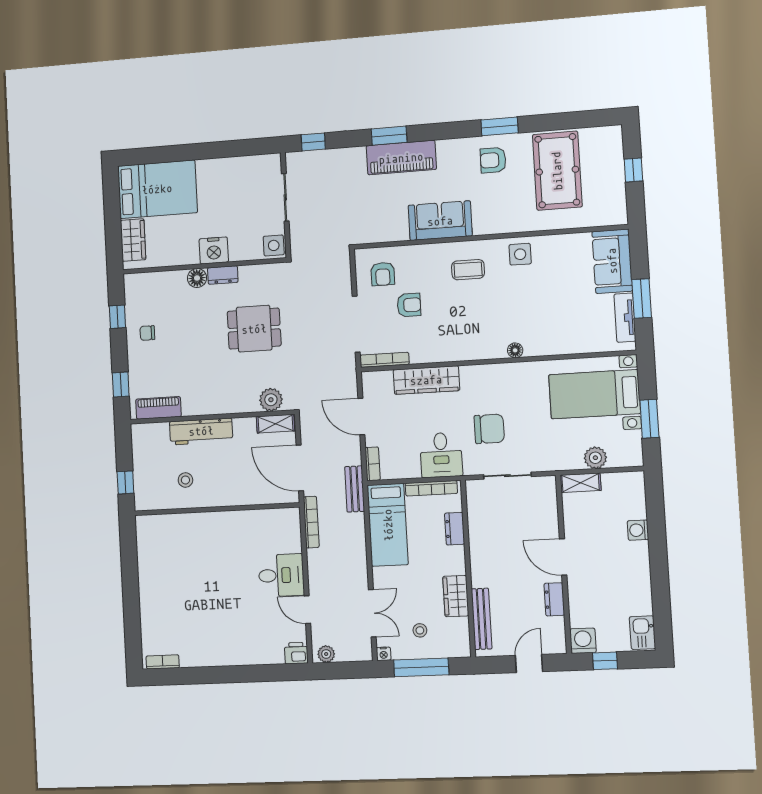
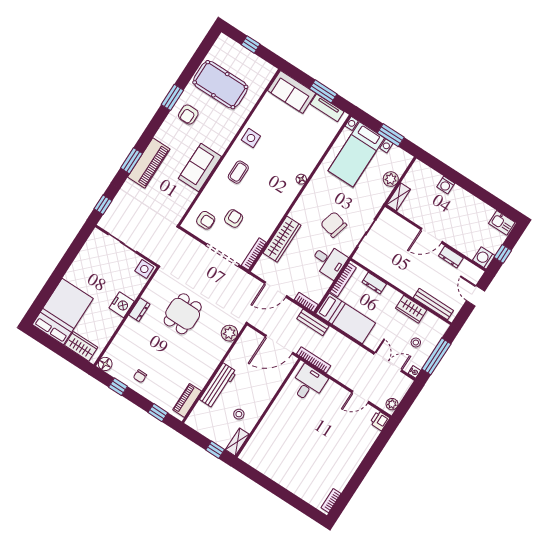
floor lamp: (197, 278) -> (105, 364), moved
shelving: (275, 424) -> (237, 442), moved
chair: (489, 429) -> (334, 224), turned -75
desk: (281, 575) -> (308, 383), moved

